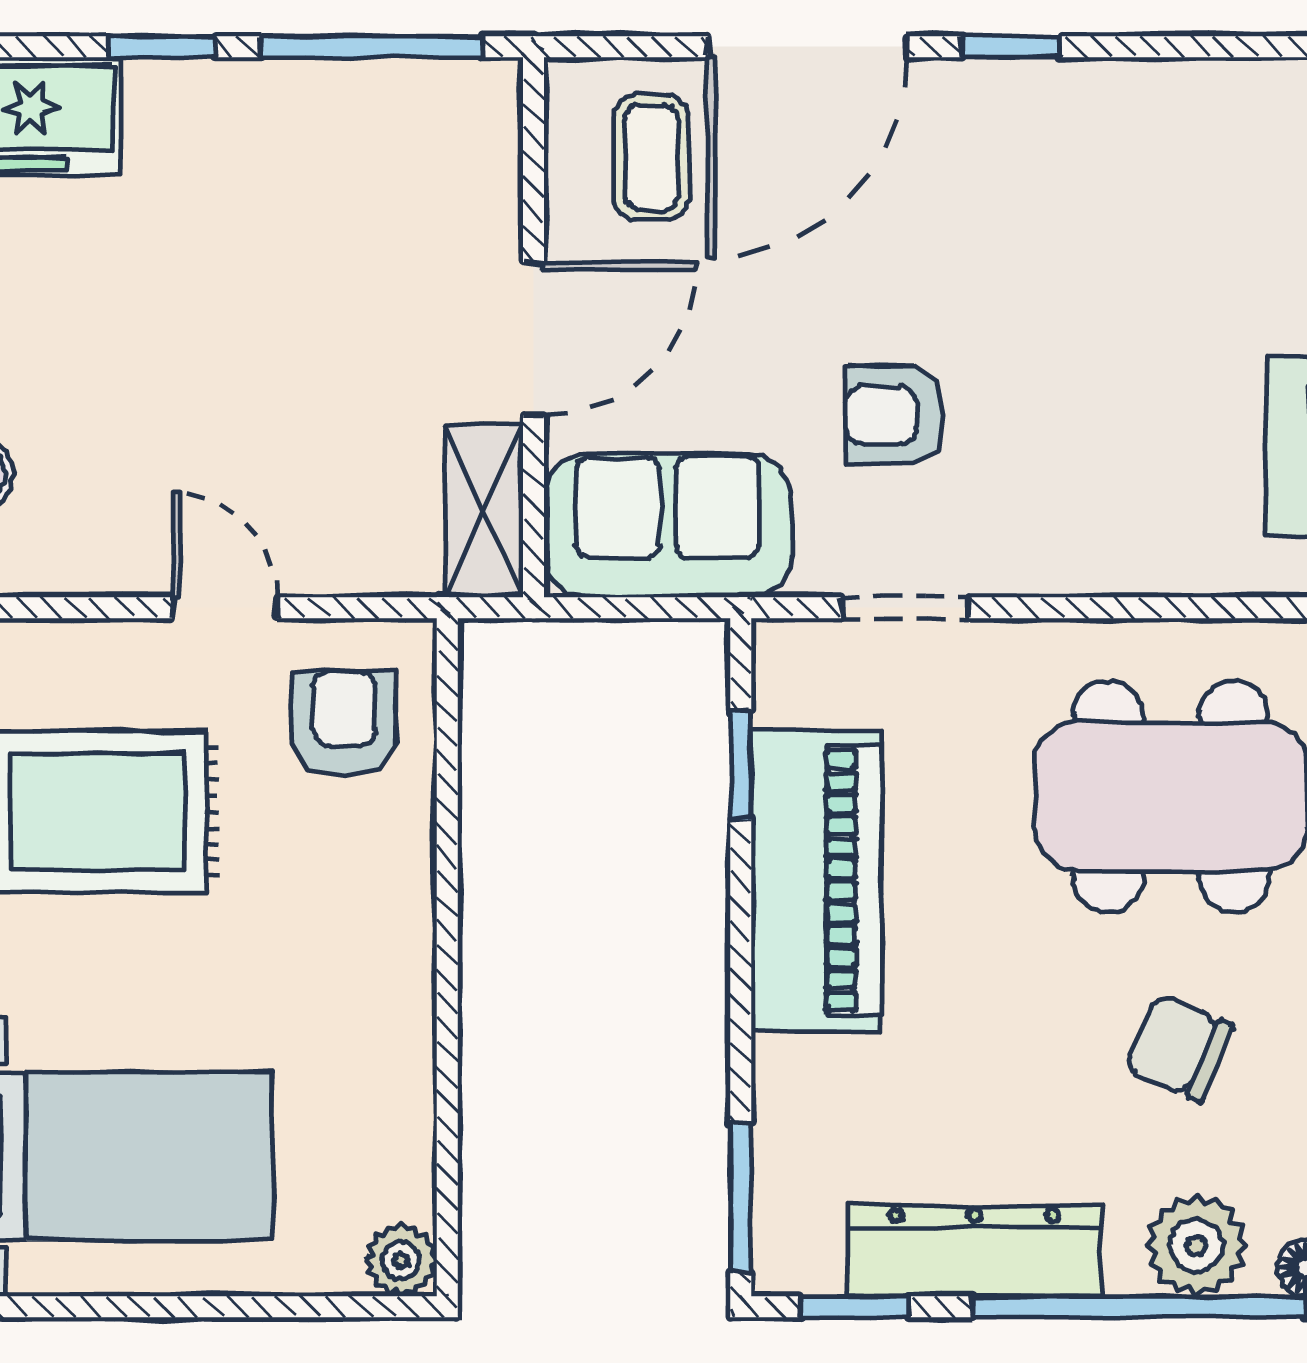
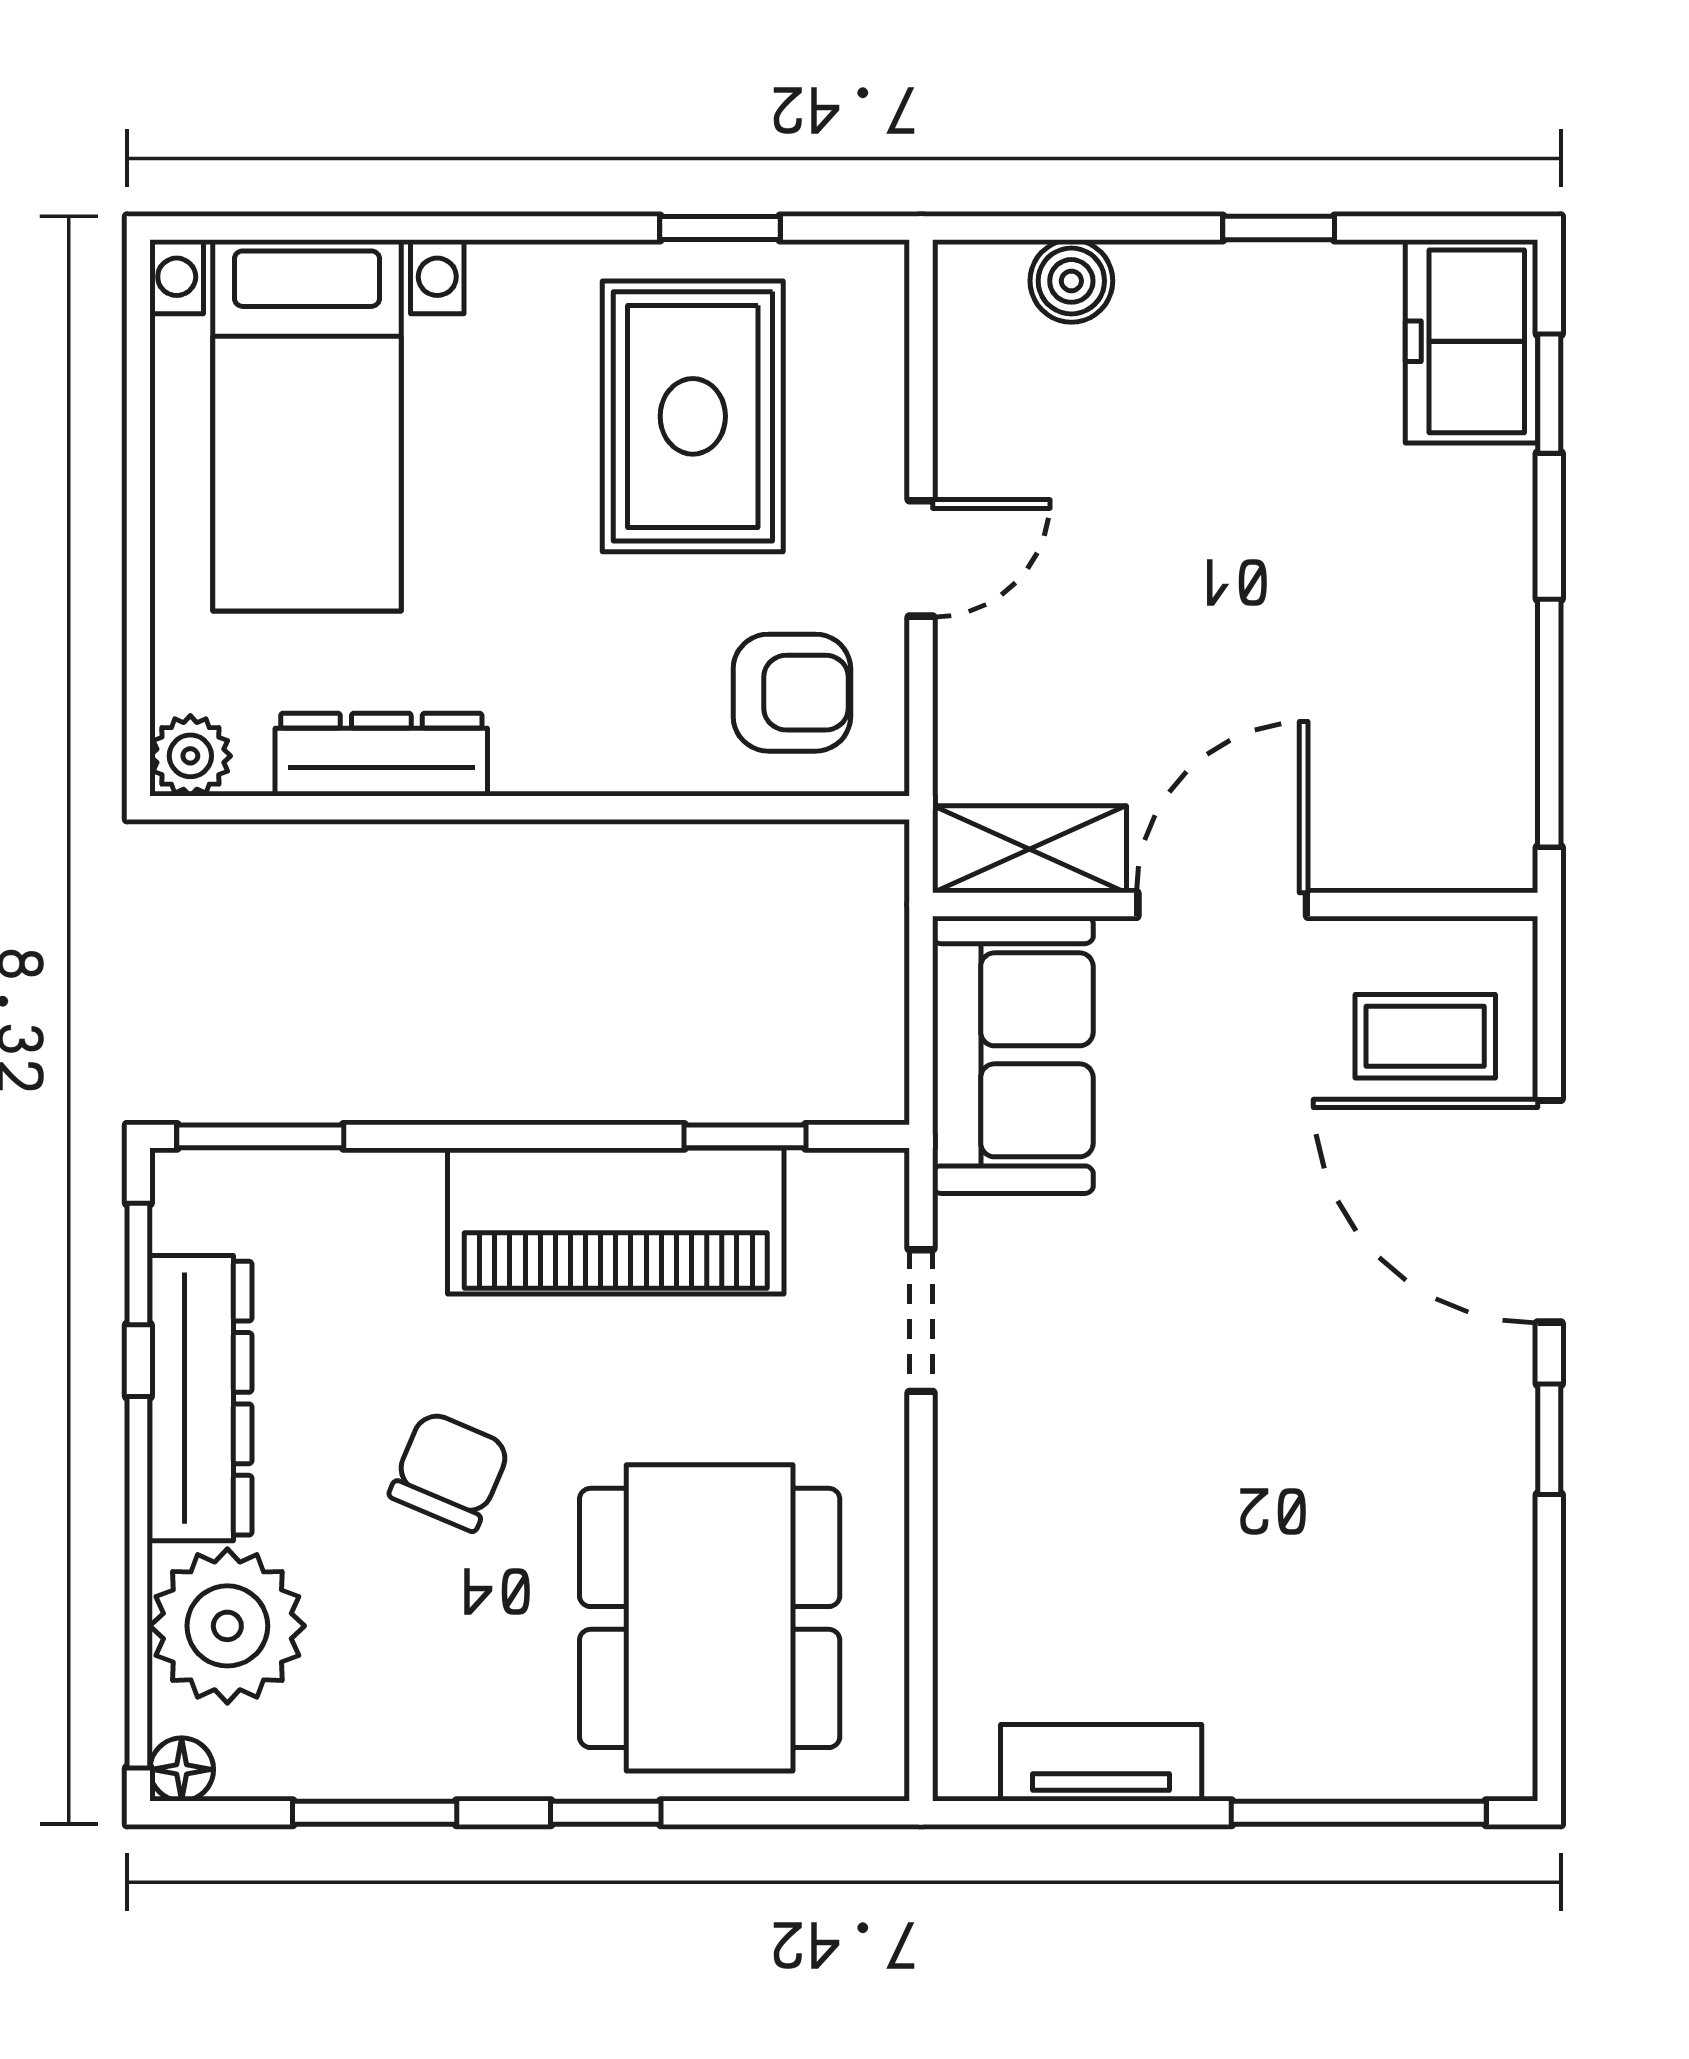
window: (162, 47) -> (1549, 394), moved
door: (534, 339) -> (1222, 904), swing flipped
armchair: (895, 415) -> (1137, 1309), removed
chair: (1179, 1048) -> (450, 1471), moved
dresser: (400, 1090) -> (381, 755), added
plant: (1196, 1246) -> (227, 1626), width x1.36, depth x1.36

